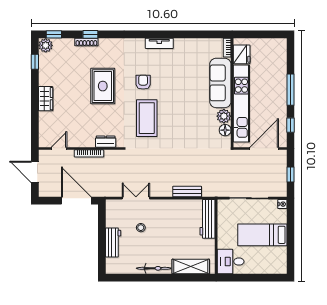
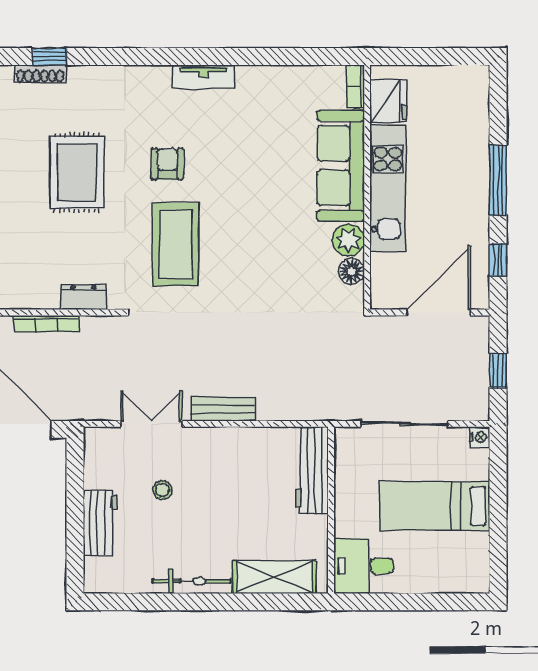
kitchen unit: (241, 103) -> (388, 188), width x0.73
bench: (187, 191) -> (223, 409), moved

